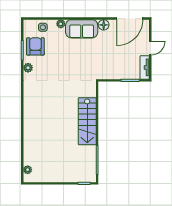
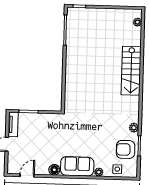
door: (130, 19) -> (27, 175), width x0.53
armchair: (35, 46) -> (126, 149), turned 90
stairs: (87, 121) -> (131, 71), moved, turned 180

